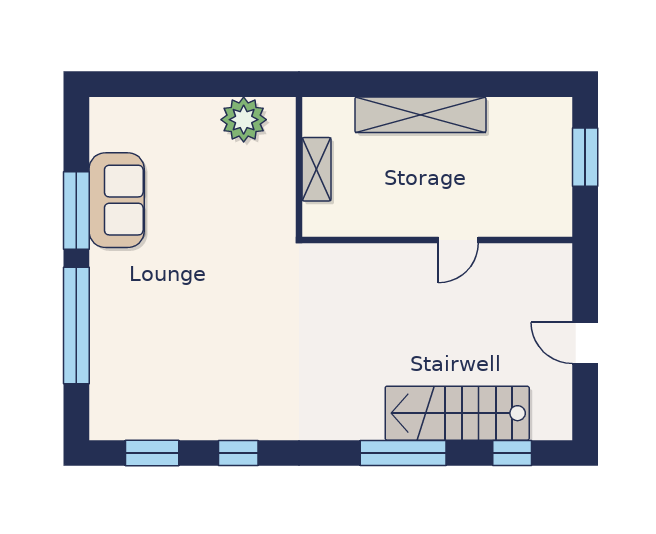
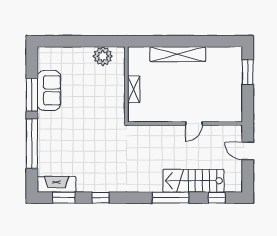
shelving: (317, 169) -> (134, 89), moved
wall: (437, 240) -> (185, 123), moved
door: (458, 240) -> (194, 123), moved
fireplace: (134, 422) -> (56, 184), added

